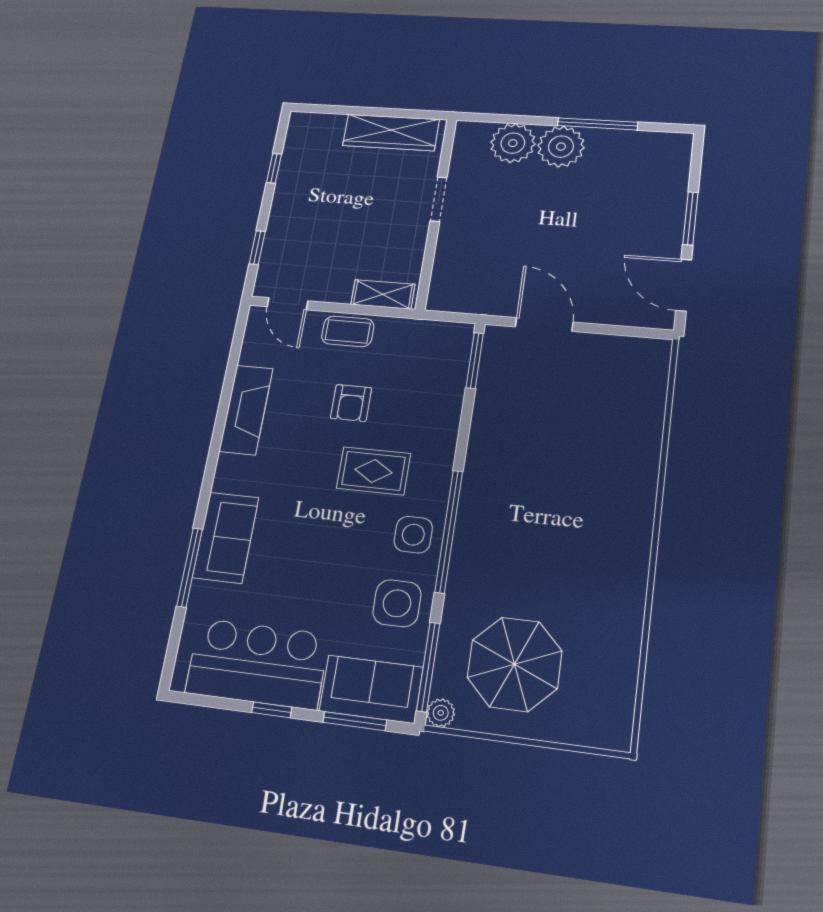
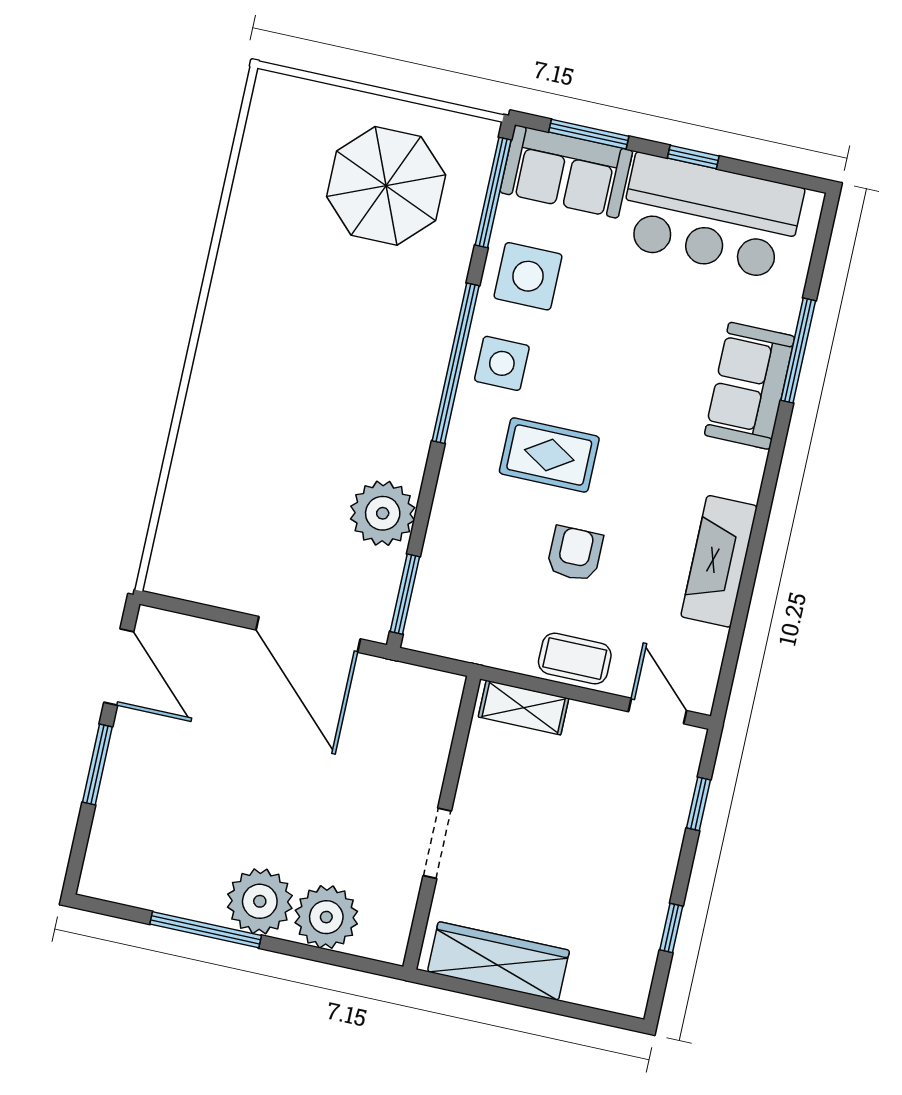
door: (544, 324) -> (308, 634), width x1.36
plant: (441, 713) -> (383, 513), moved, width x1.87, depth x1.87

